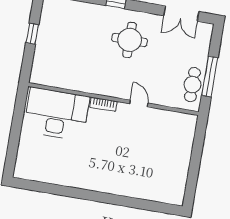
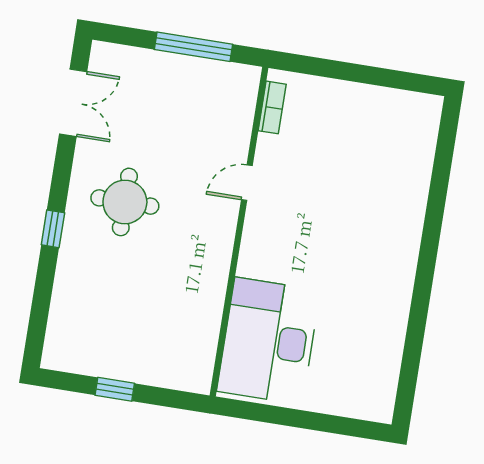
cafe table: (192, 85) -> (210, 80), removed
bookcase: (103, 104) -> (272, 107), moved

